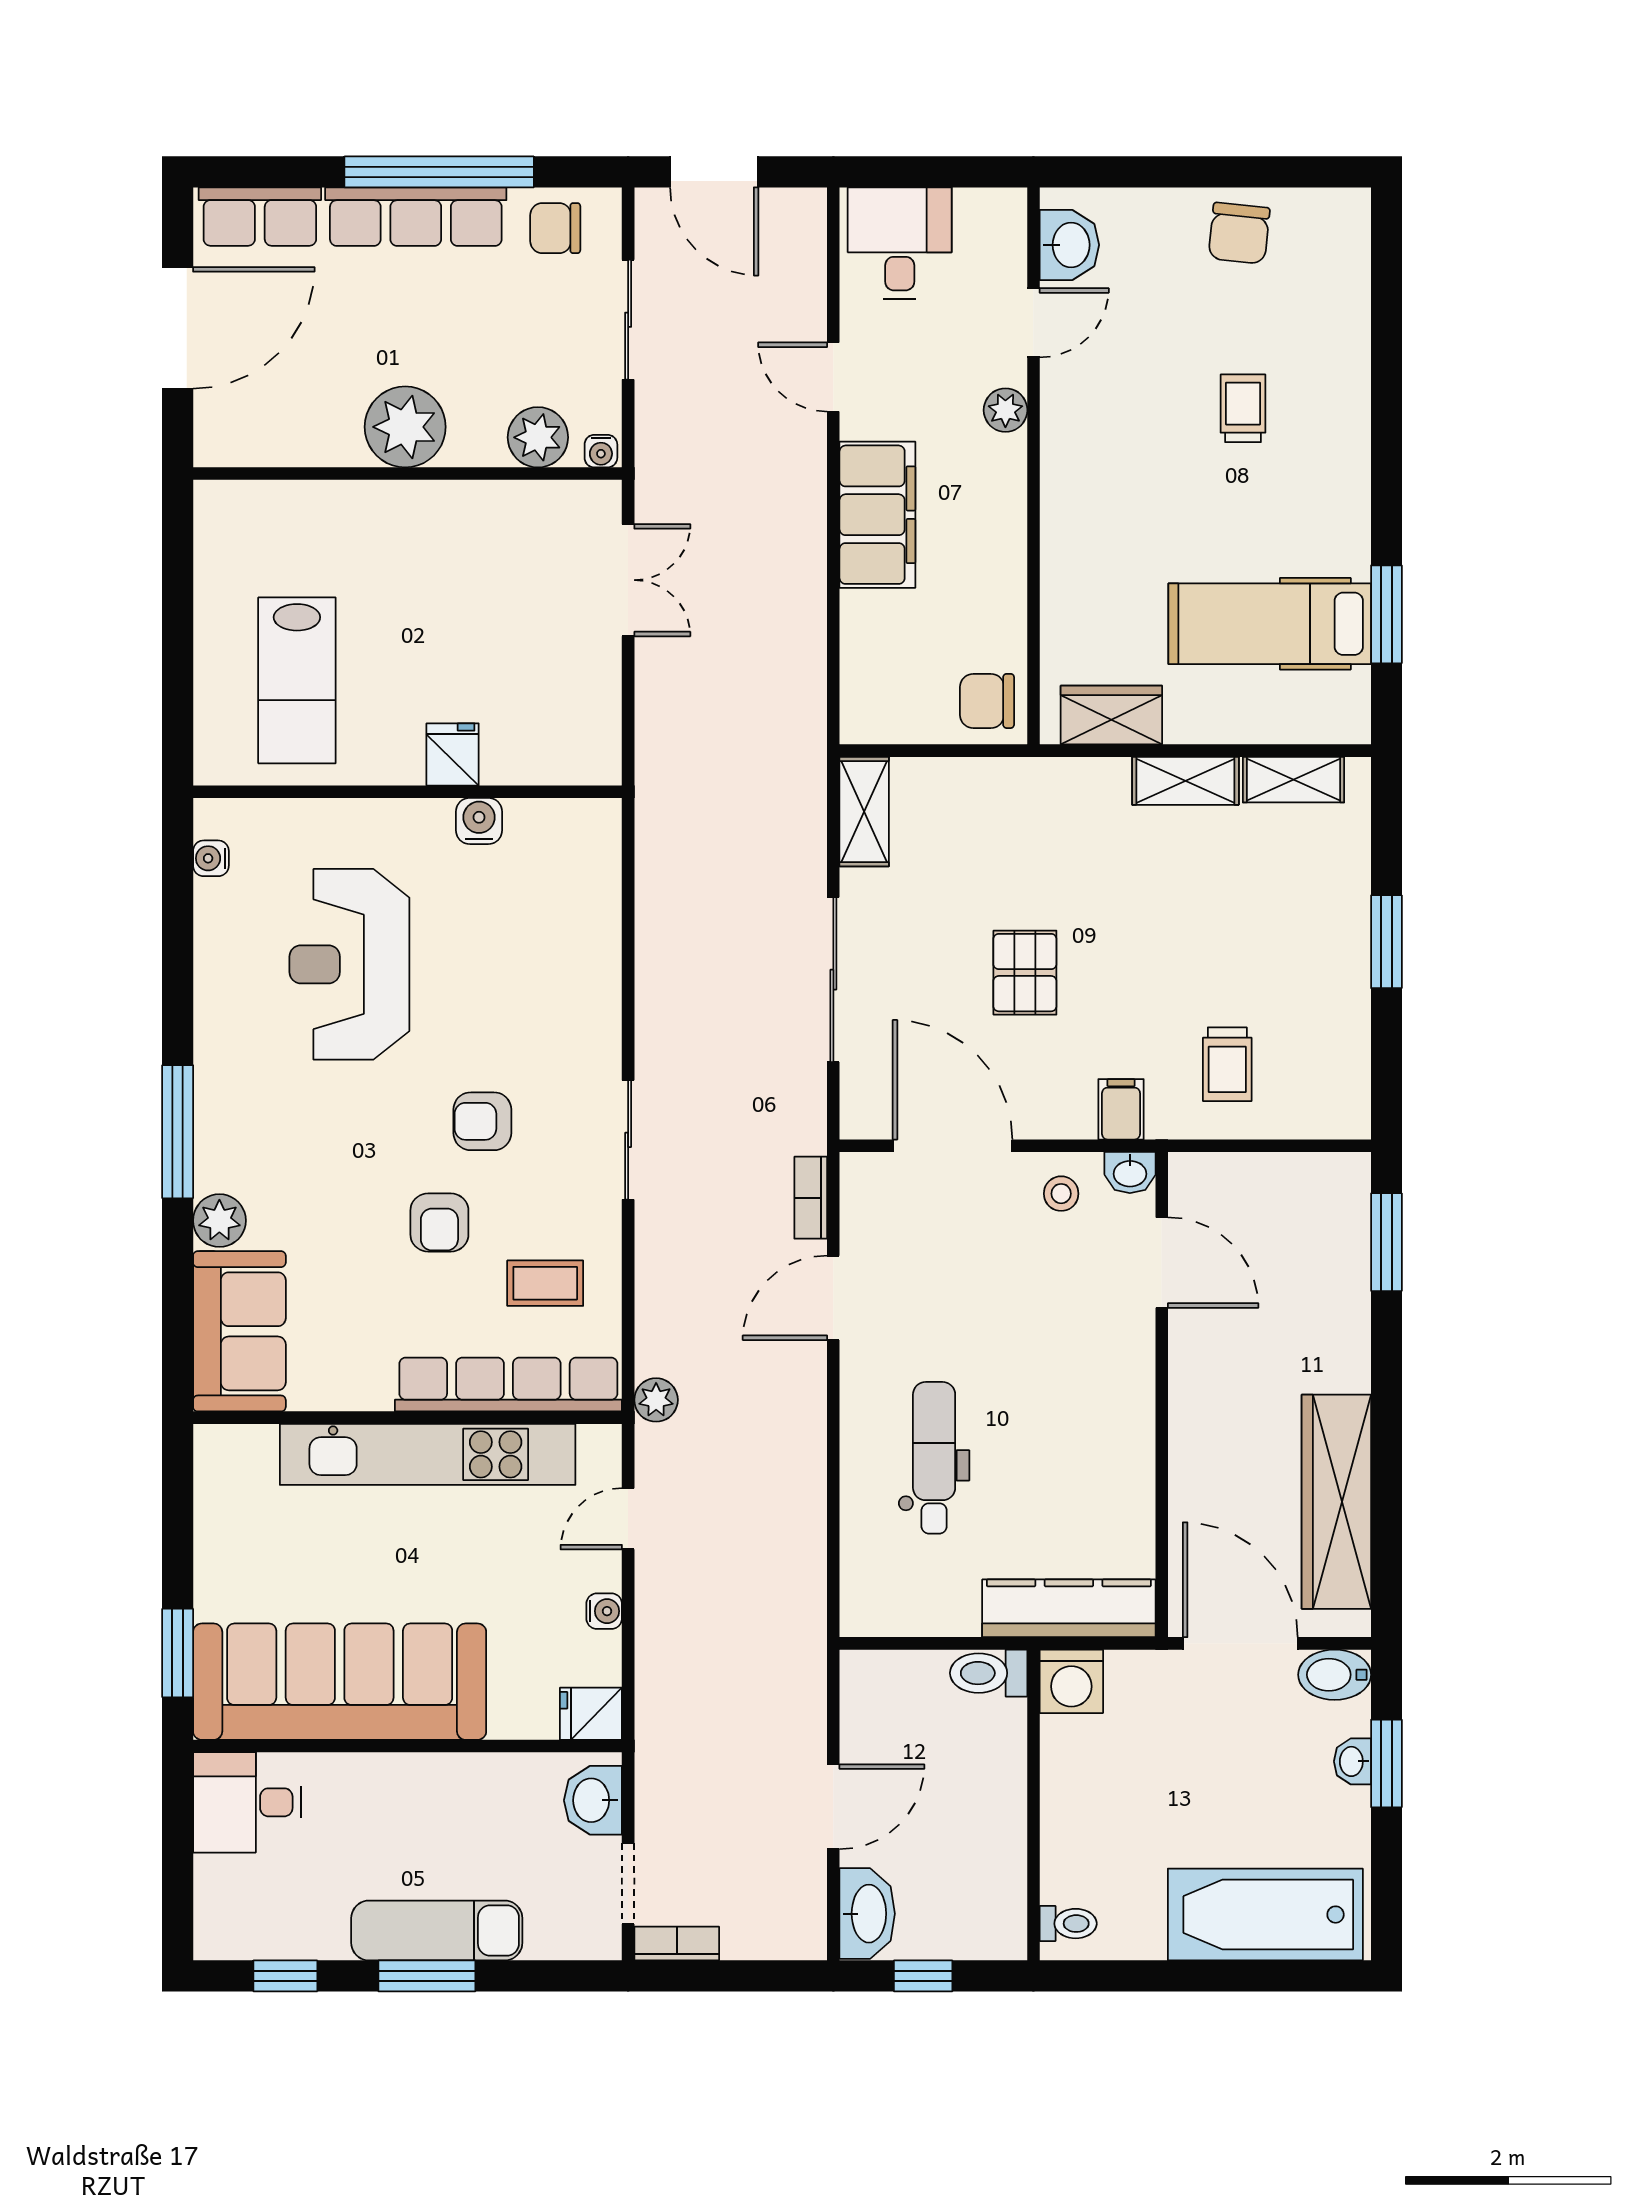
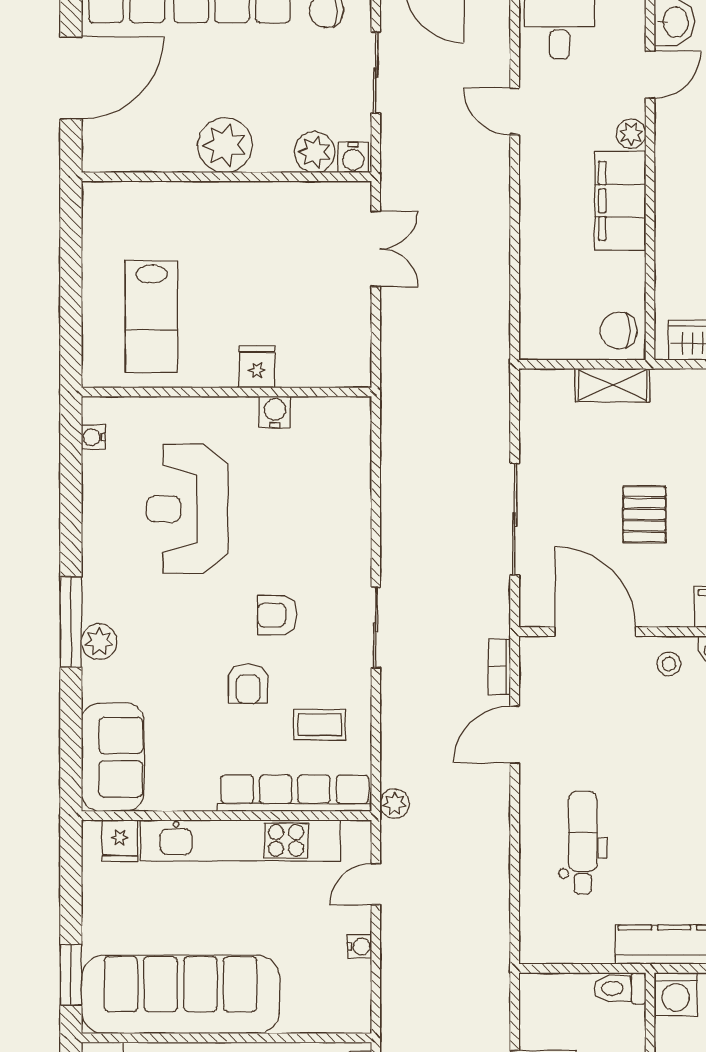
water cooler: (601, 451) -> (353, 157), width x1.38, depth x1.38
filing cabinet: (877, 515) -> (620, 201), moved, turned 180
shelving: (864, 812) -> (613, 385), moved, turned 90
plant: (219, 1221) -> (99, 642), moved
fridge: (591, 1714) -> (120, 841), moved, turned -90

